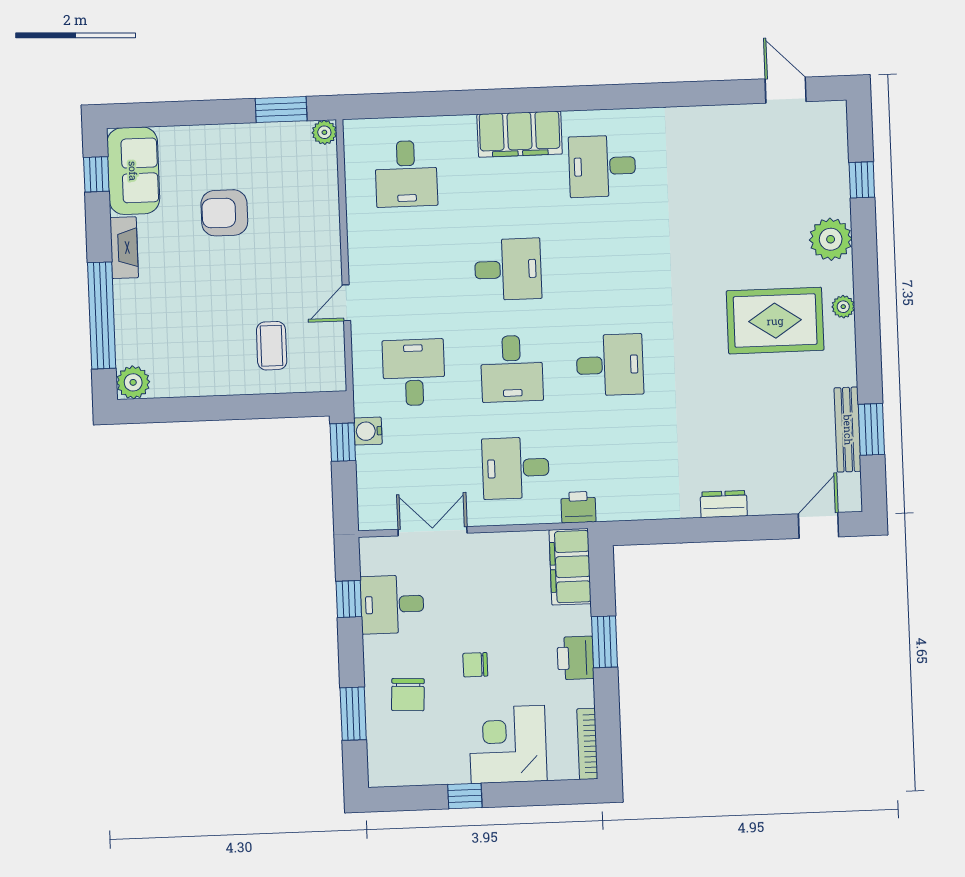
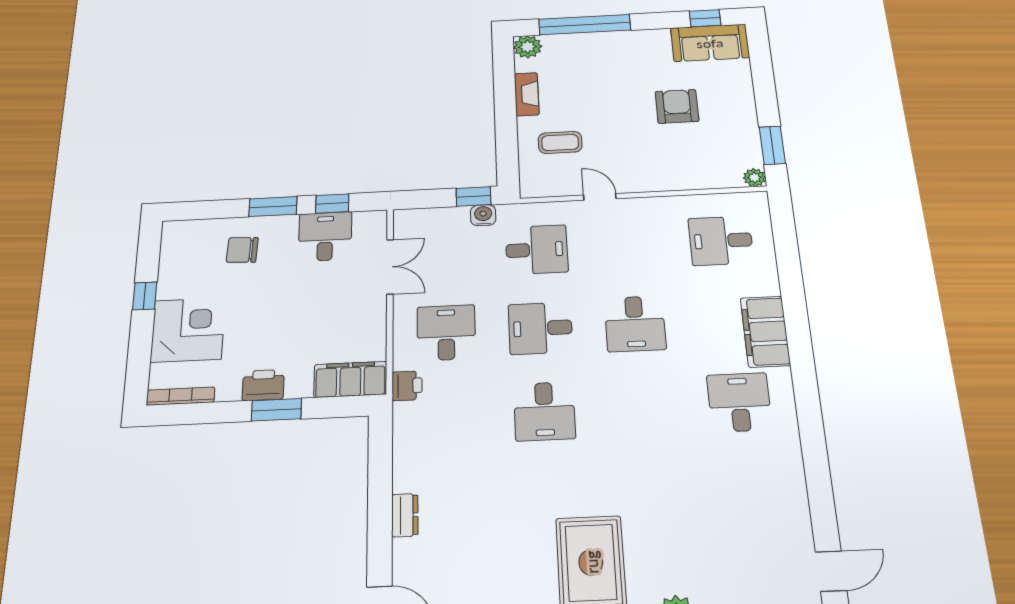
fireplace: (124, 248) -> (527, 94), moved, turned -90
chair: (475, 665) -> (264, 303), removed
window: (353, 714) -> (273, 207), moved

